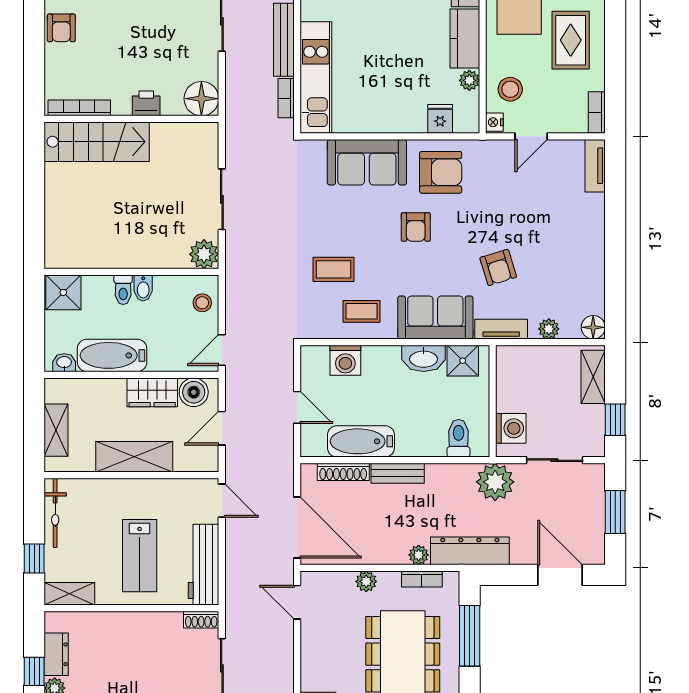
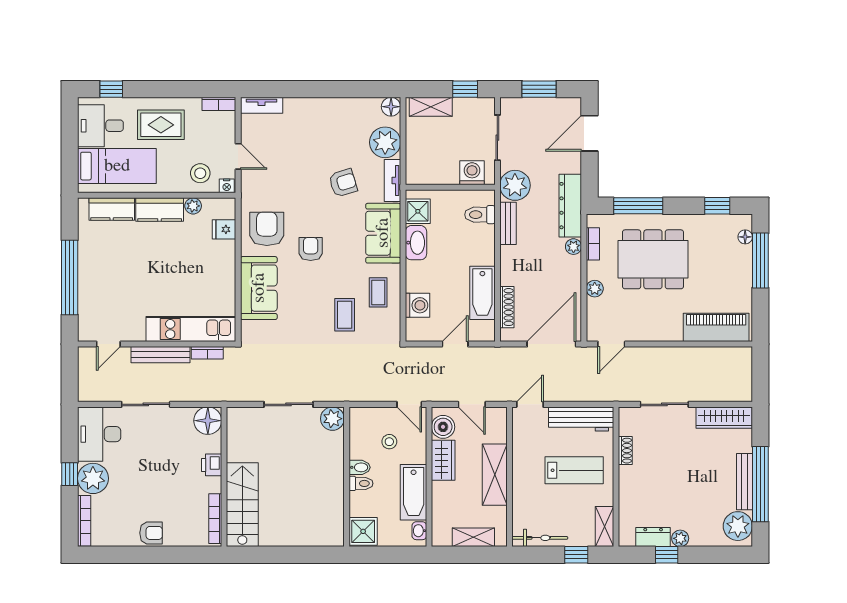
armchair: (416, 227) -> (311, 249), turned -90
stool: (202, 303) -> (389, 442), moved
plant: (549, 329) -> (385, 142), width x1.88, depth x1.88
bench: (398, 473) -> (508, 223), moved
shoe rack: (201, 620) -> (625, 451), moved

